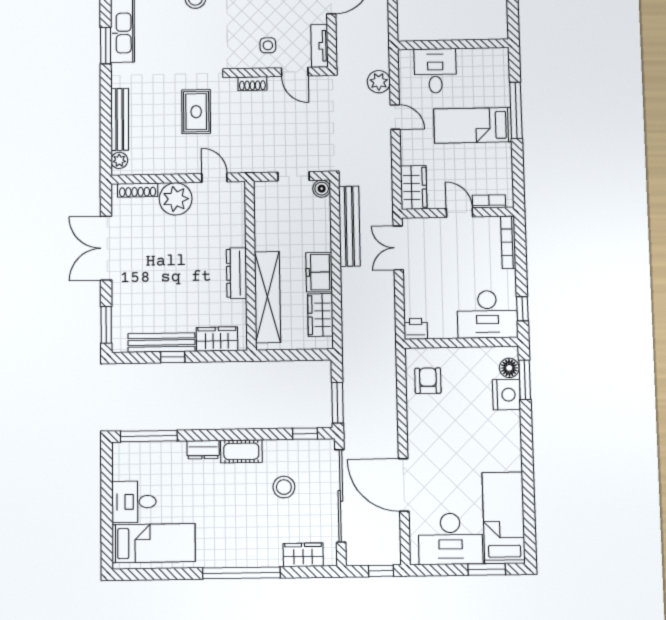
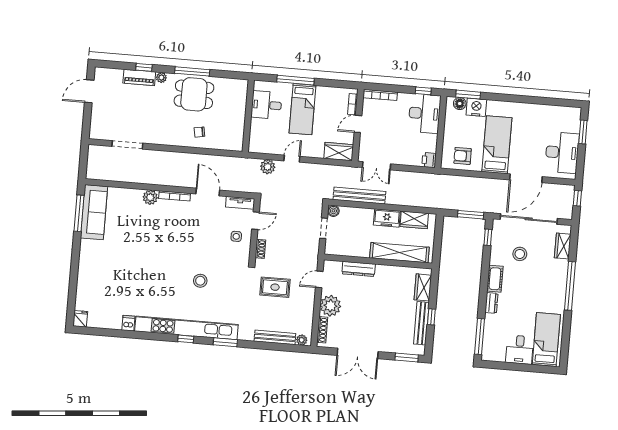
desk: (435, 71) -> (266, 105), moved
dresser: (237, 273) -> (359, 269), moved
bed: (504, 518) -> (497, 145), moved, turned 90

